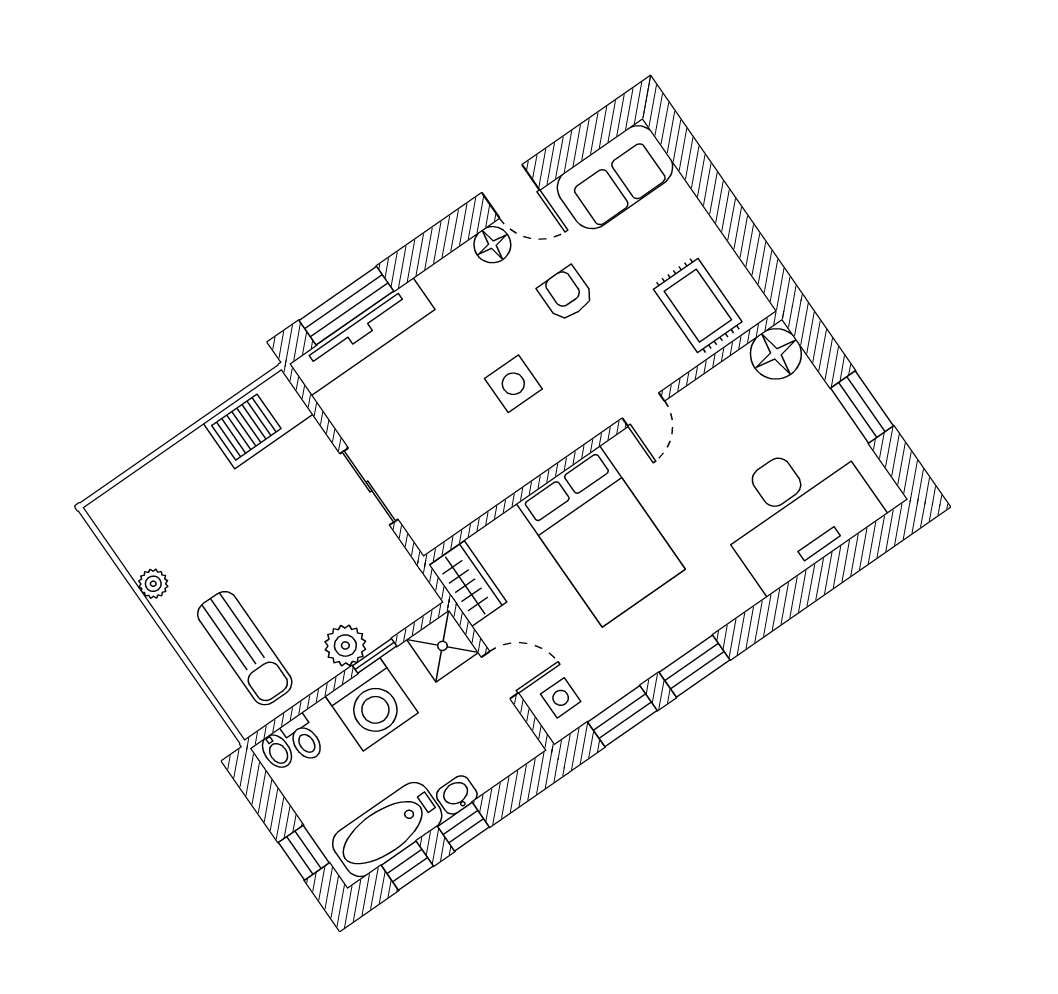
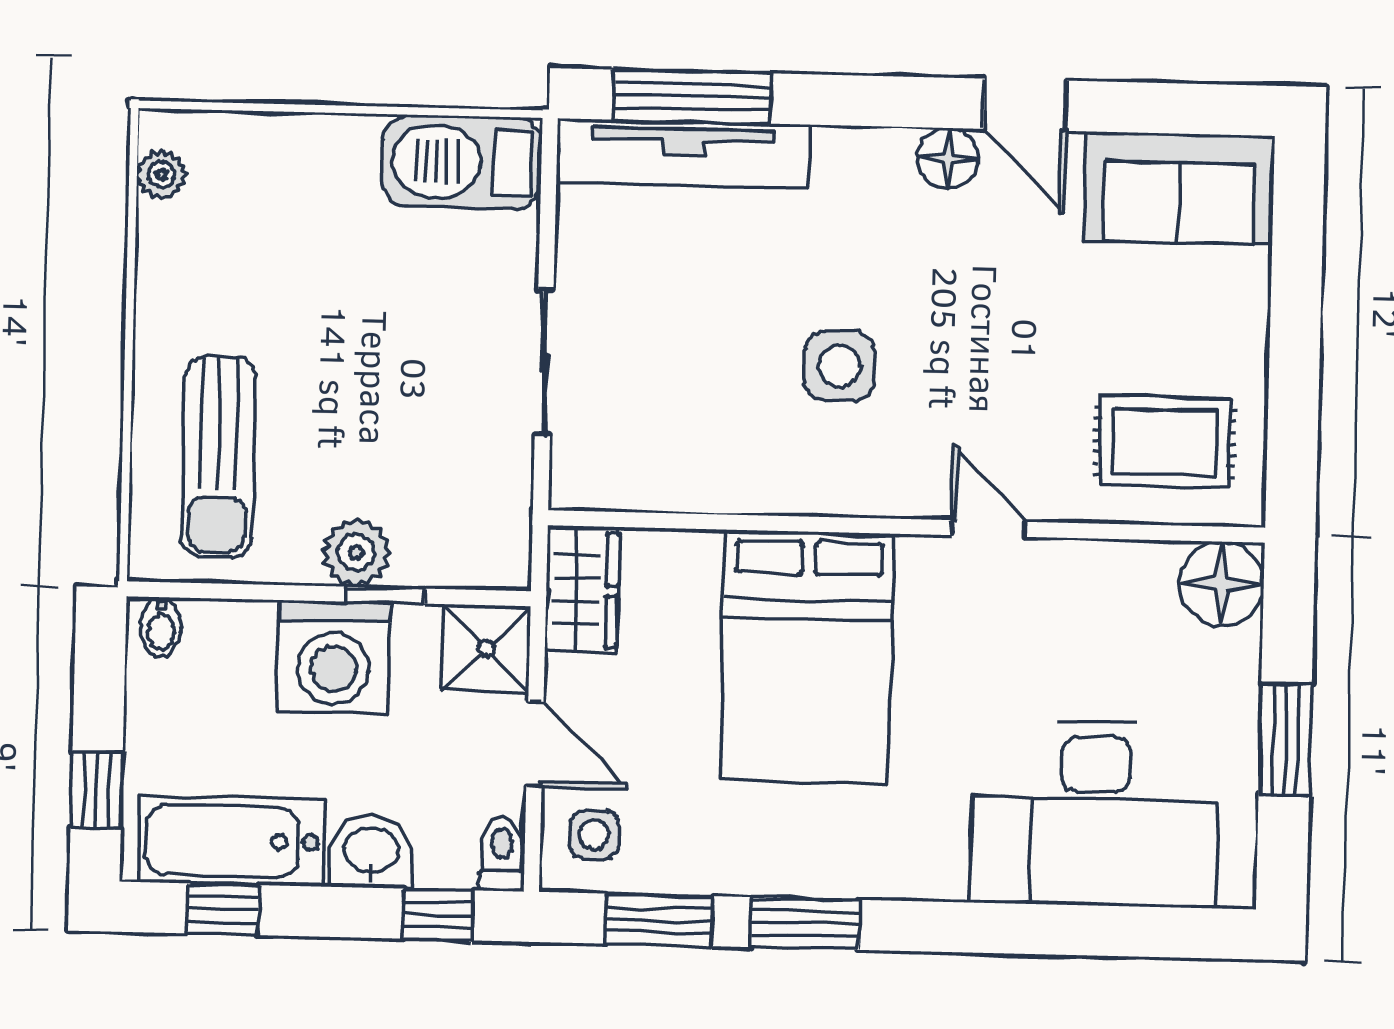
armchair: (566, 294) -> (999, 297), removed
rug: (698, 306) -> (1164, 442), turned 90
door: (643, 410) -> (989, 528), swing flipped
plant: (153, 584) -> (161, 175), moved
toilet: (303, 738) -> (502, 854), moved, turned 180
washbasin: (457, 795) -> (371, 852), width x1.38, depth x1.45
window: (463, 827) -> (438, 915), moved

